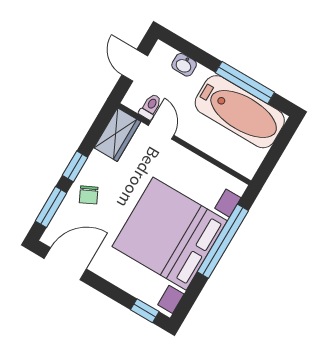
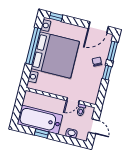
window: (245, 83) -> (41, 134), width x0.46
door: (161, 130) -> (73, 101), hinge flipped
wardrobe: (117, 135) -> (92, 93), removed
window: (223, 241) -> (33, 46), moved

